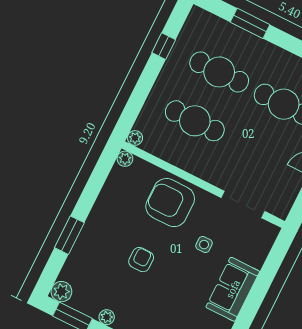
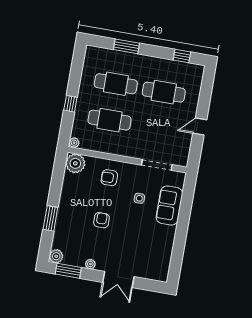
window: (164, 46) -> (70, 104), moved
plant: (125, 159) -> (75, 163), width x1.88, depth x1.88
armchair: (170, 203) -> (109, 178), width x0.53, depth x0.53
sofa: (233, 289) -> (169, 205), moved

